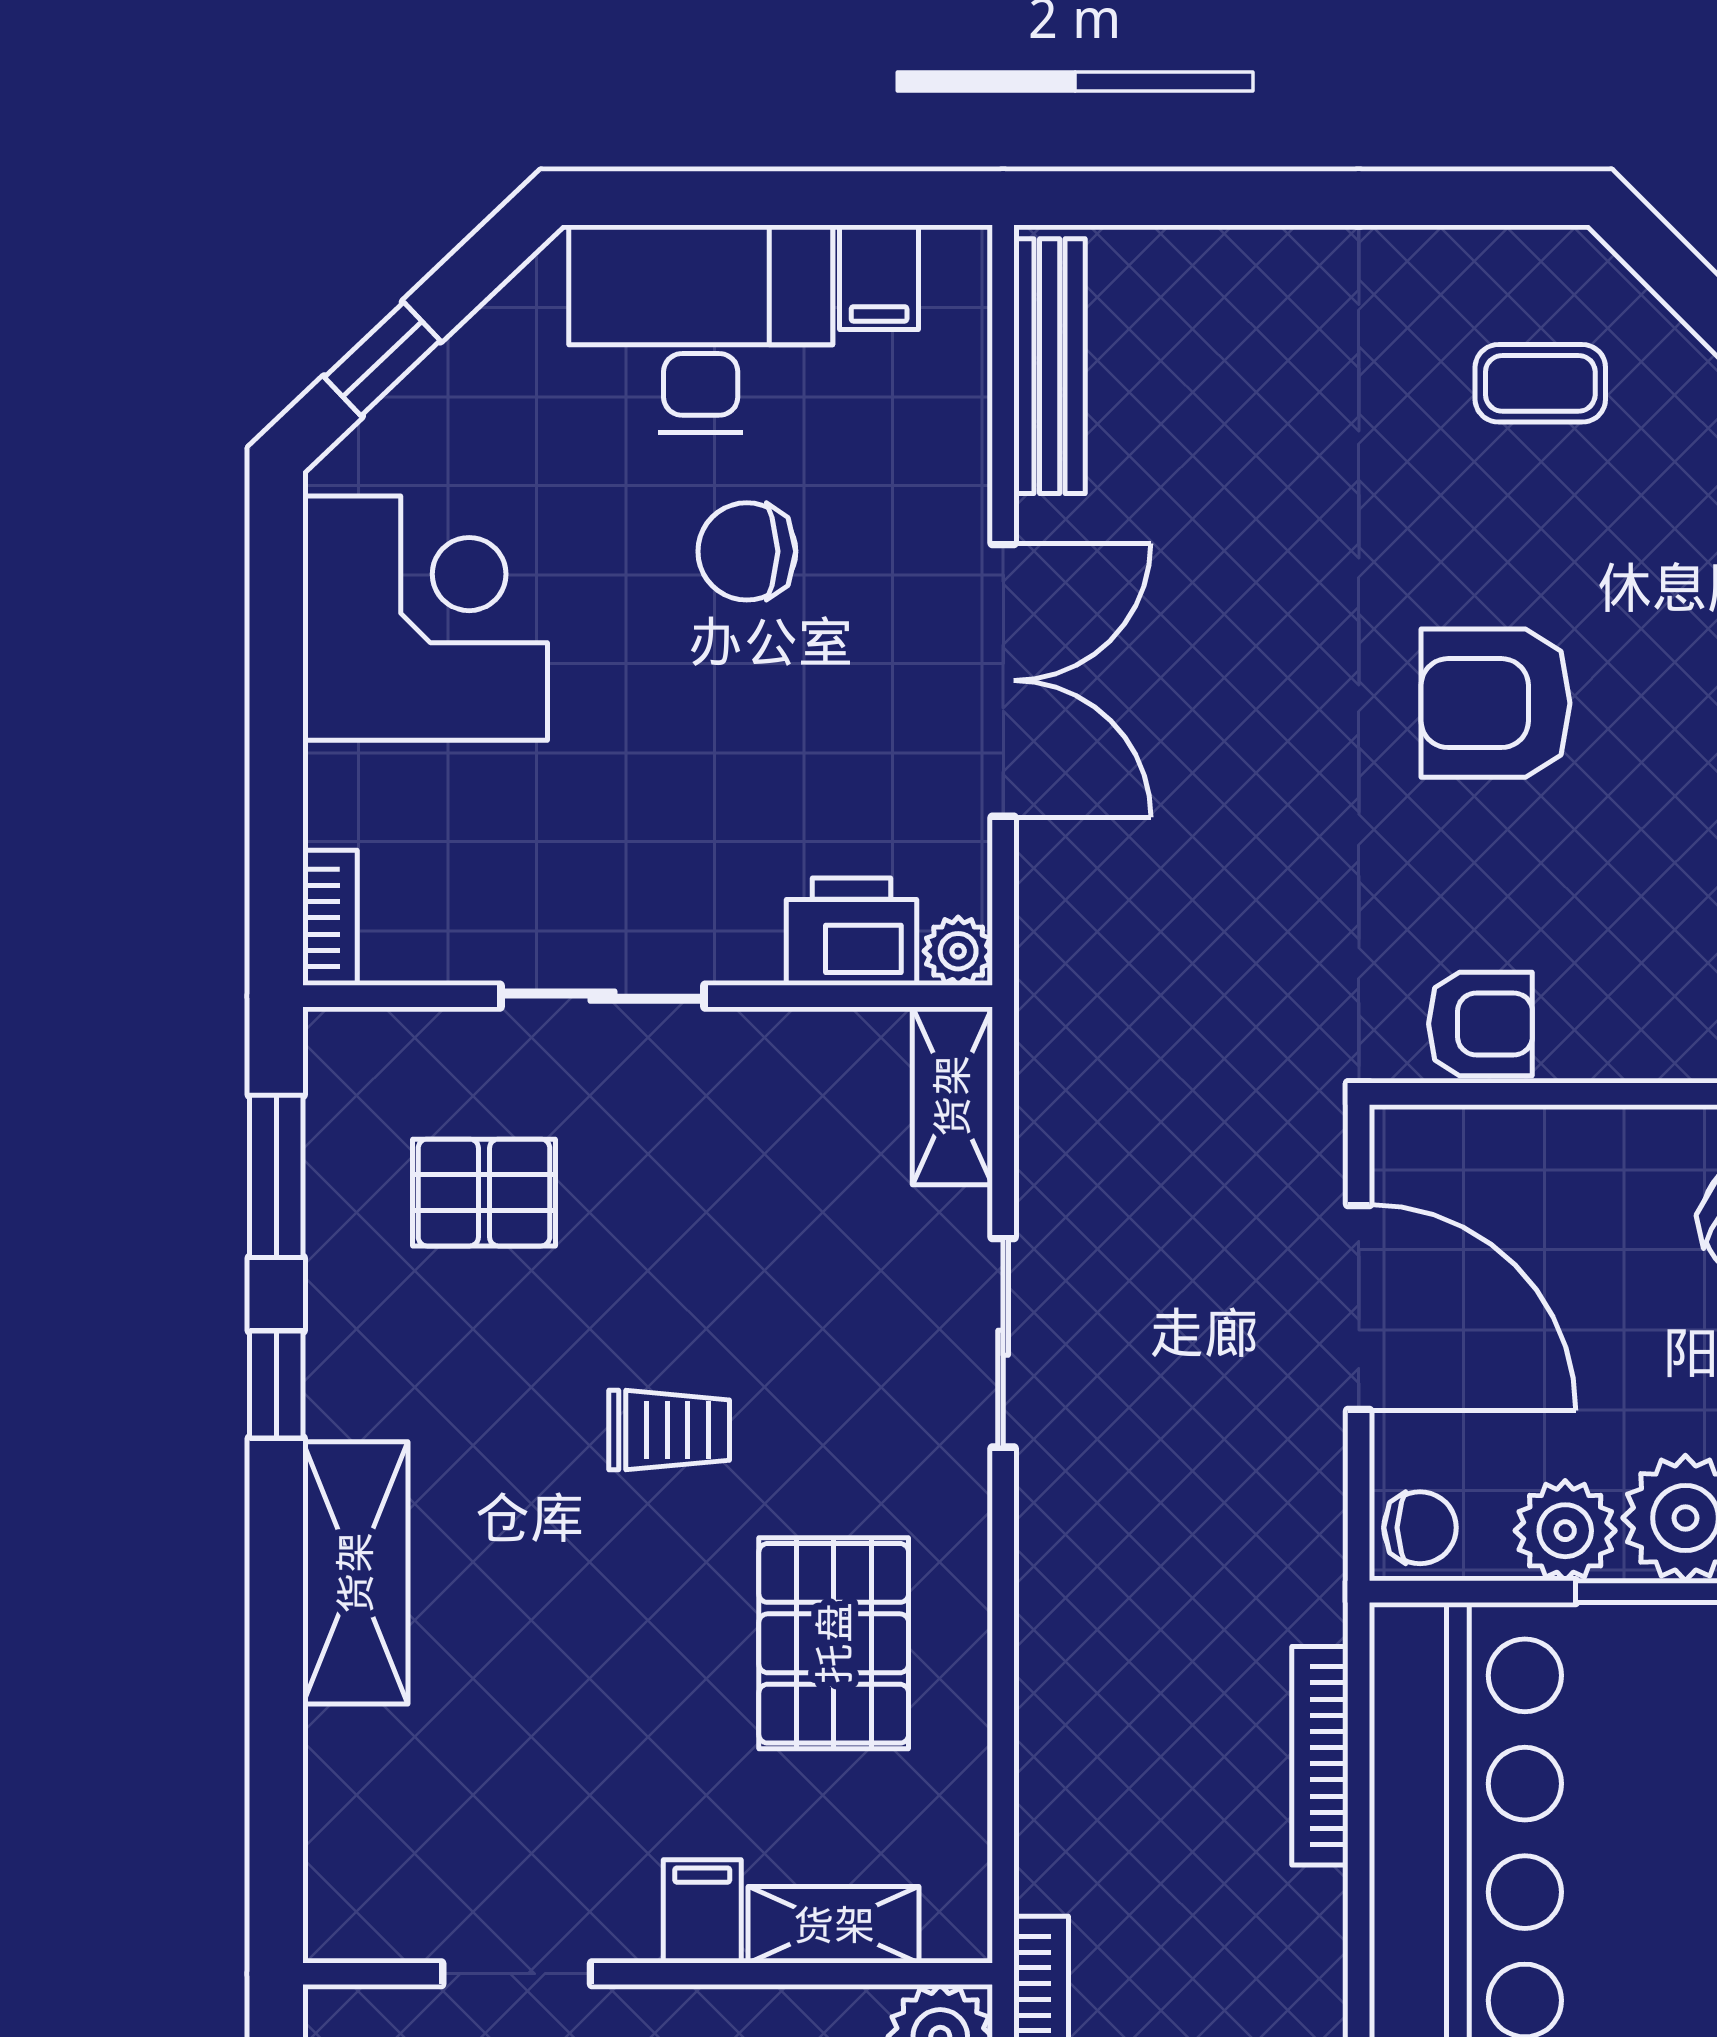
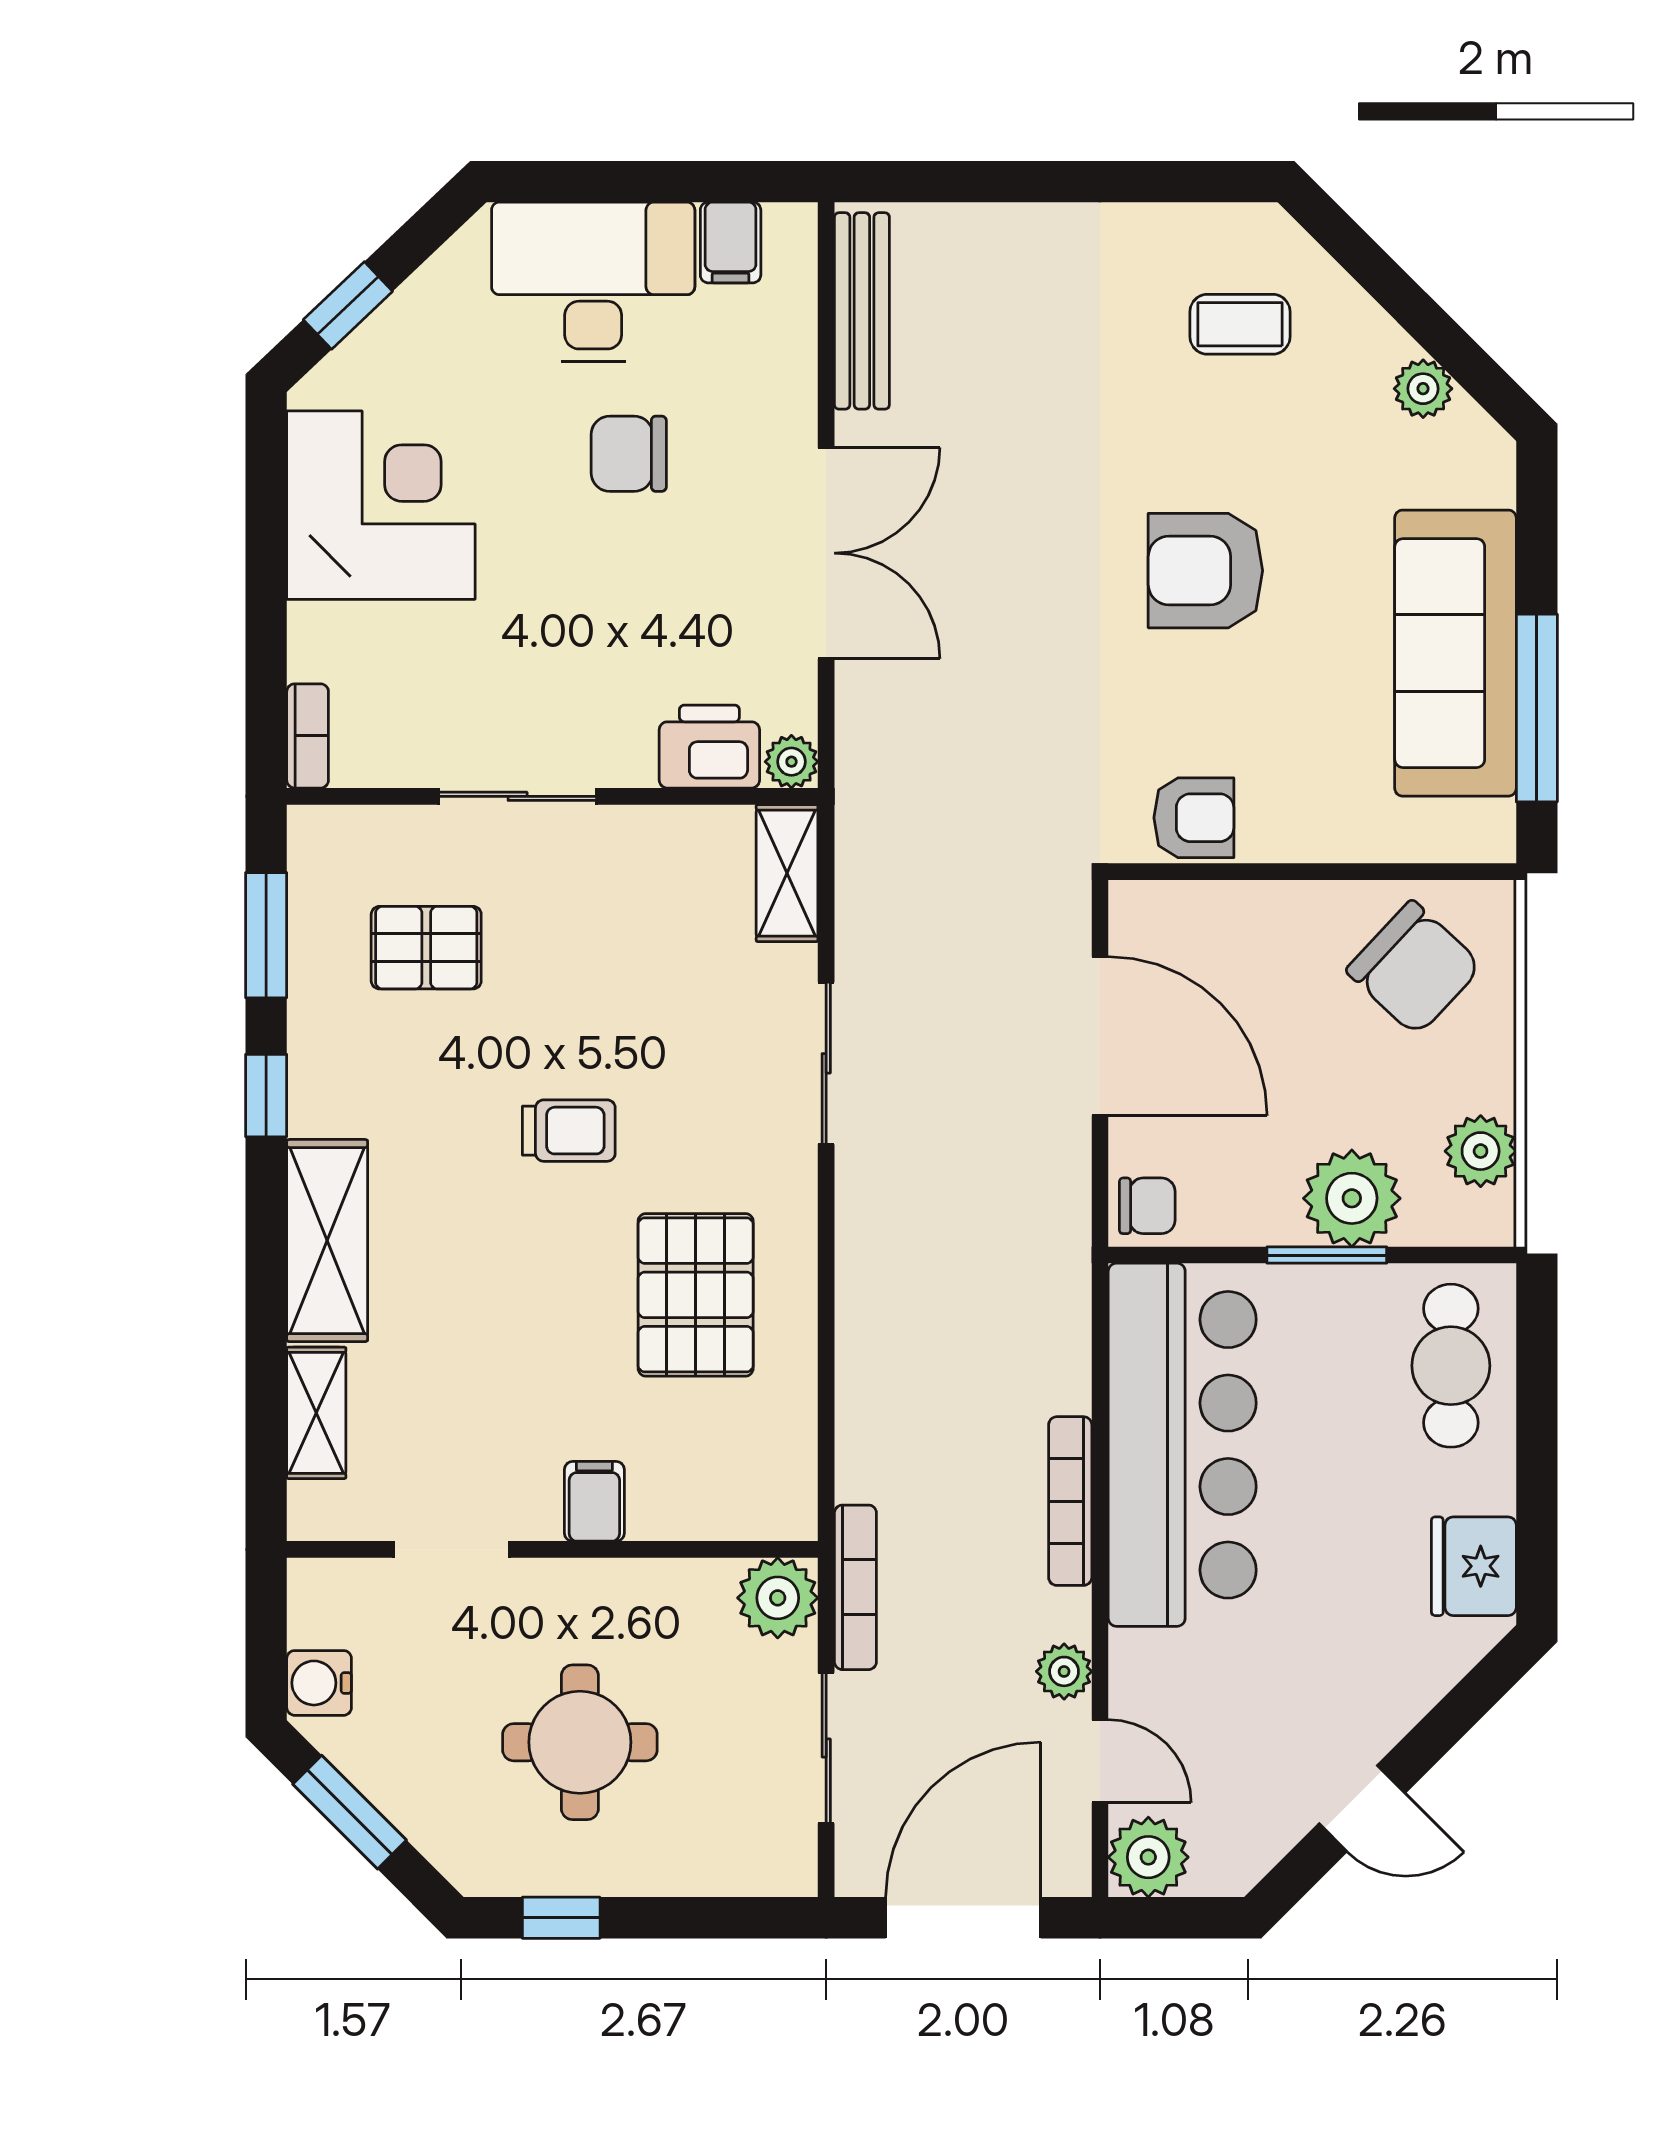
plant: (1565, 1531) -> (1259, 1208), removed
bookcase: (1320, 1756) -> (1070, 1501), moved
shelving: (834, 1925) -> (316, 1413), moved, turned 90

